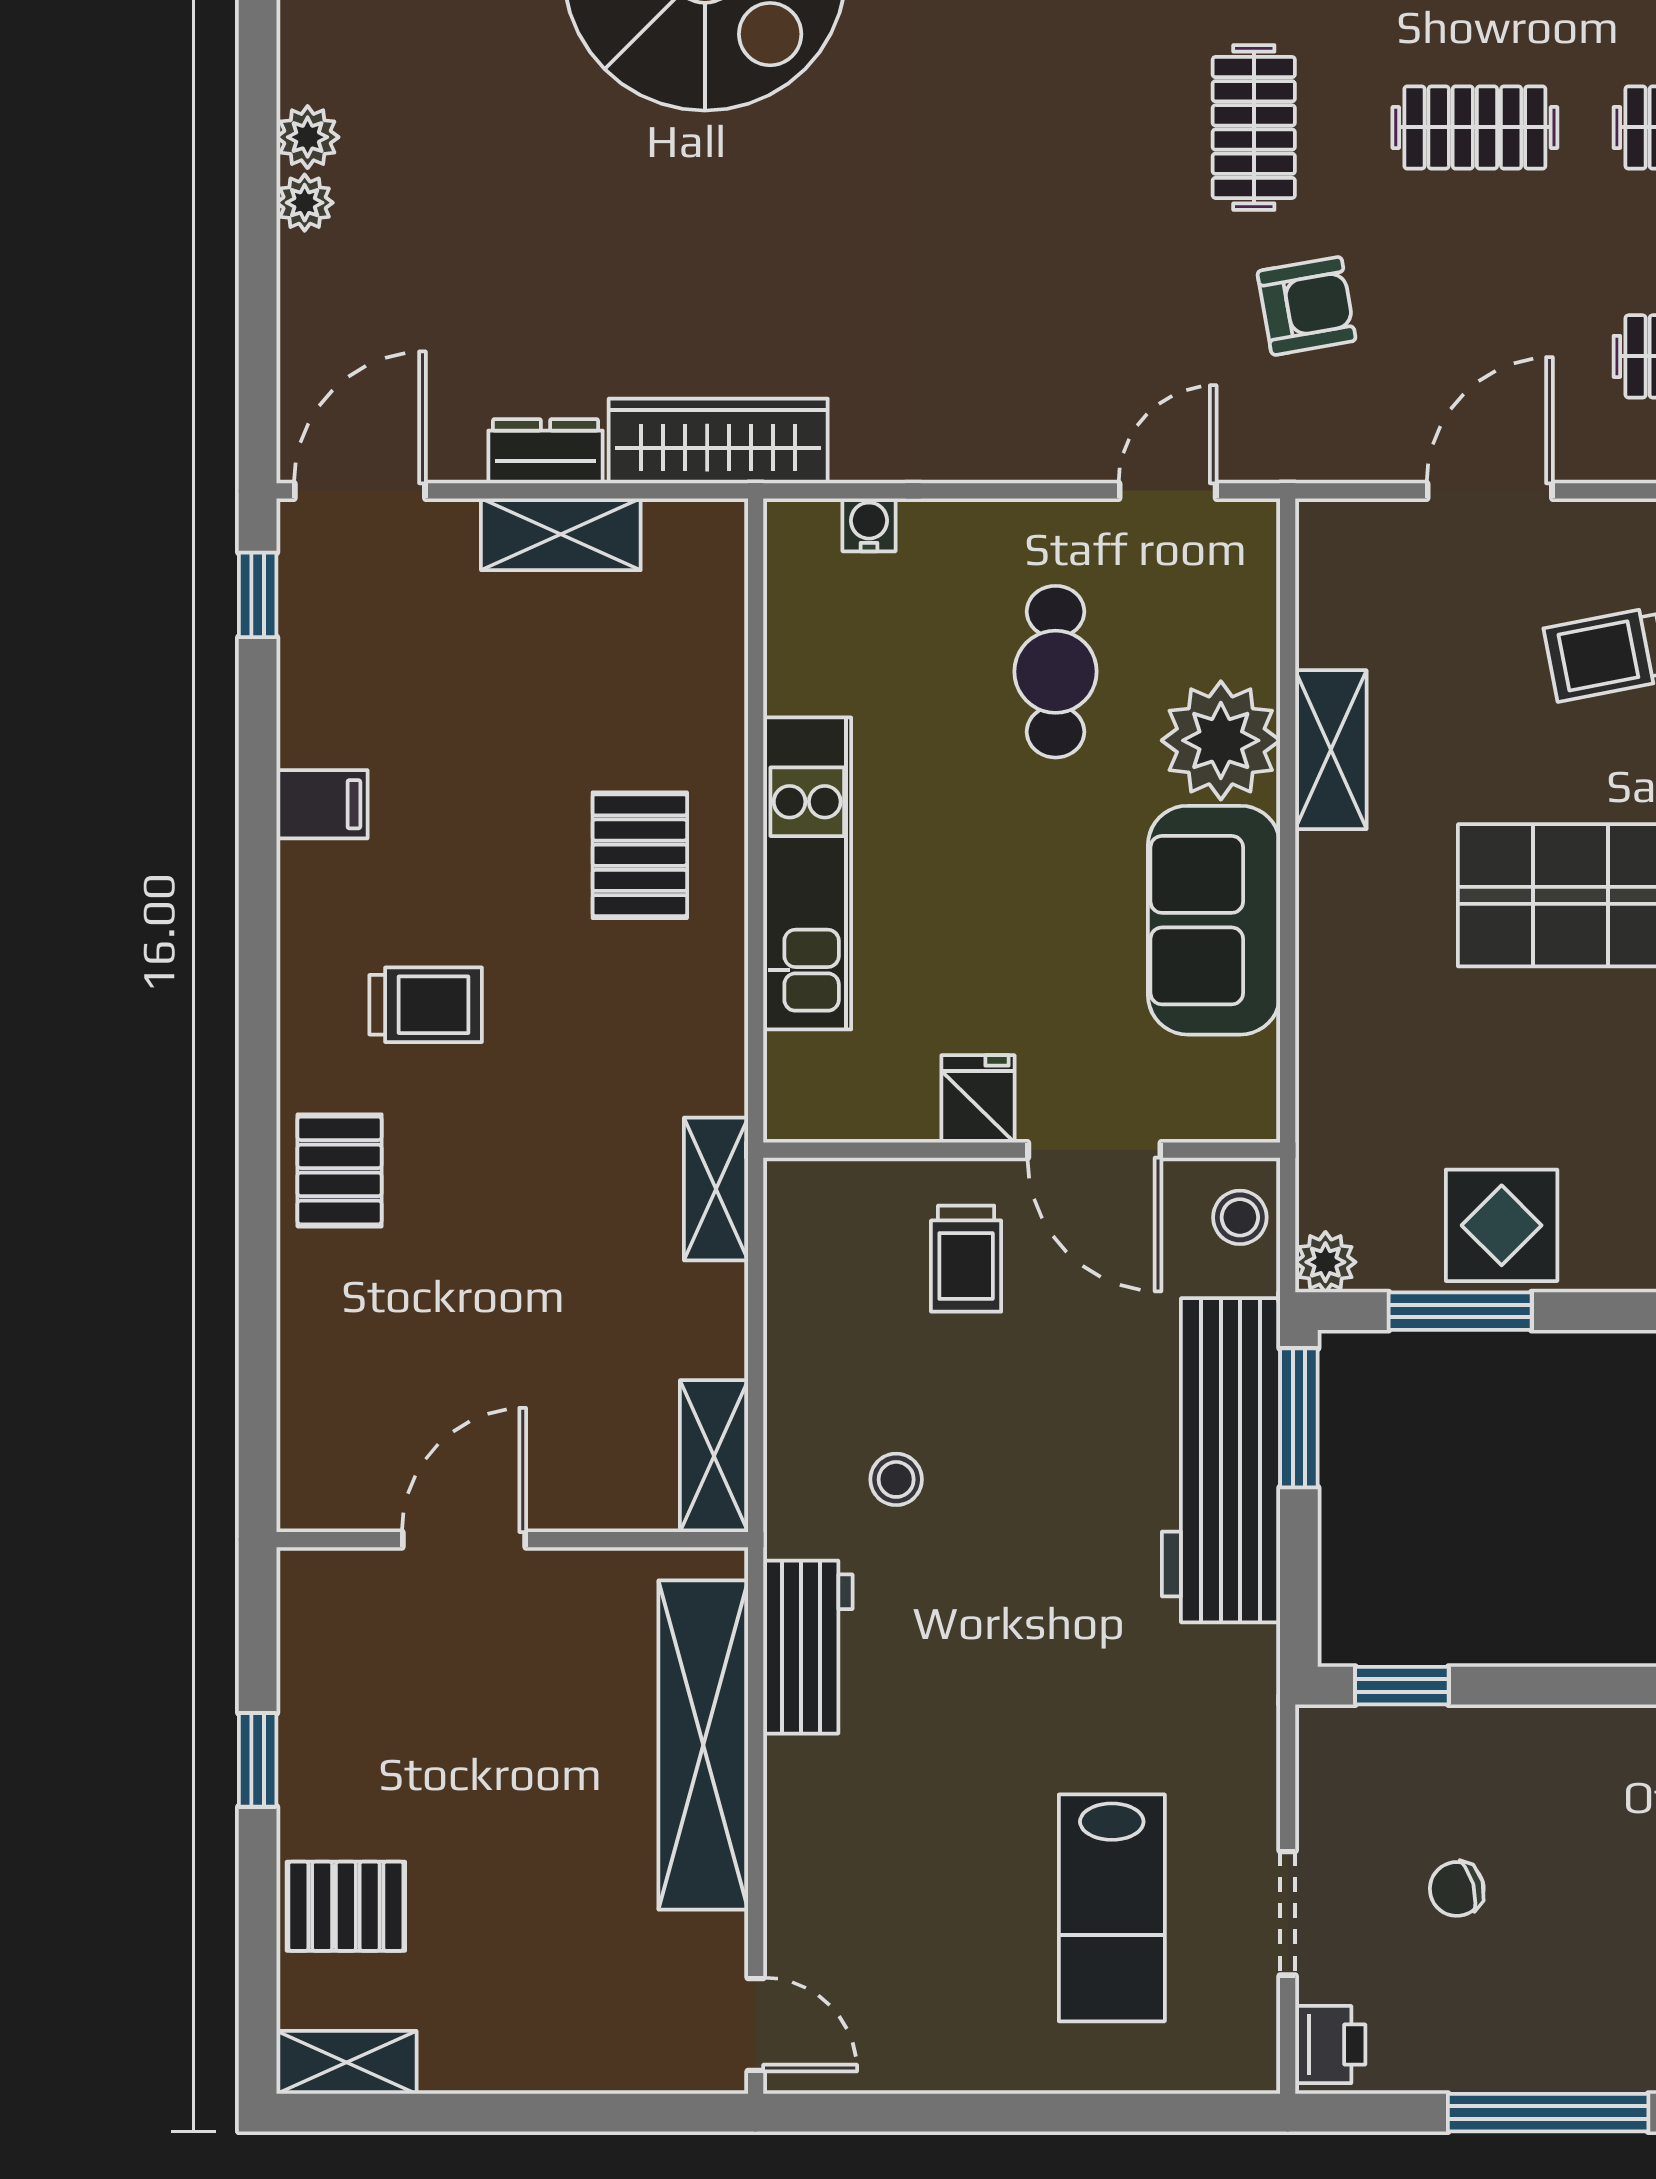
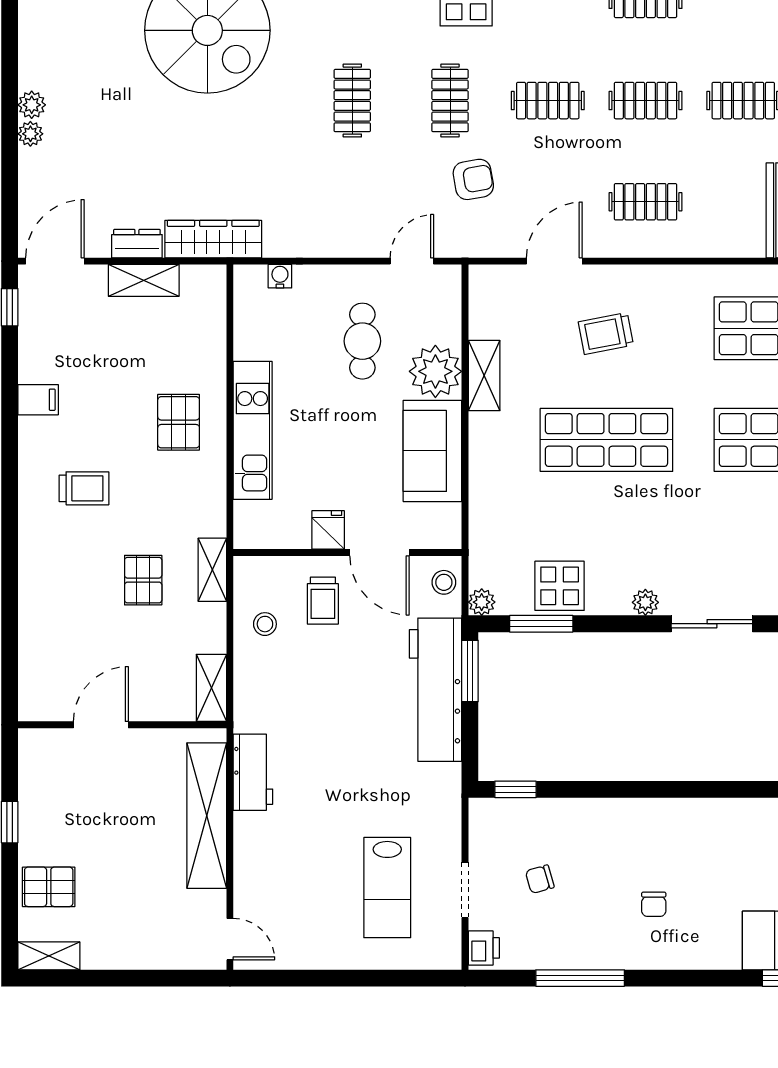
clothes rail: (1033, 127) -> (352, 101), added
pallet: (340, 1170) -> (143, 580), moved
stool: (896, 1479) -> (265, 624), moved

